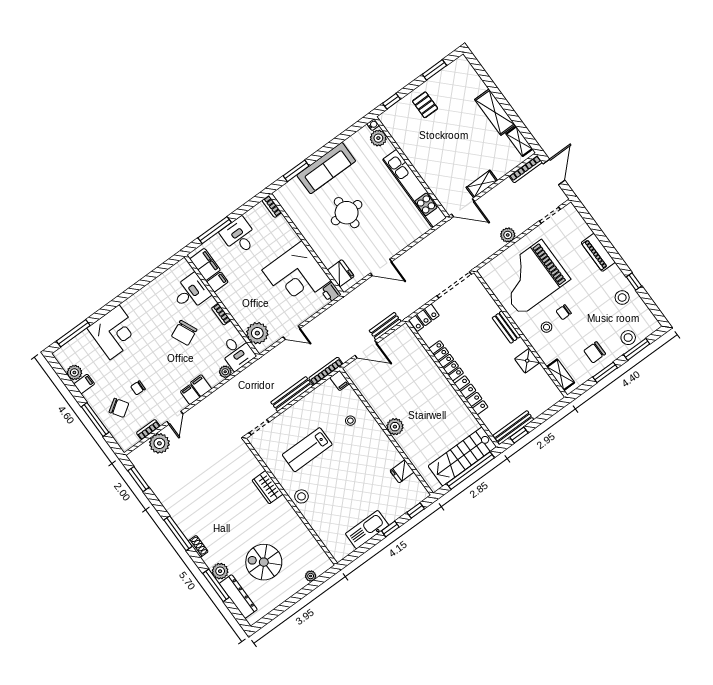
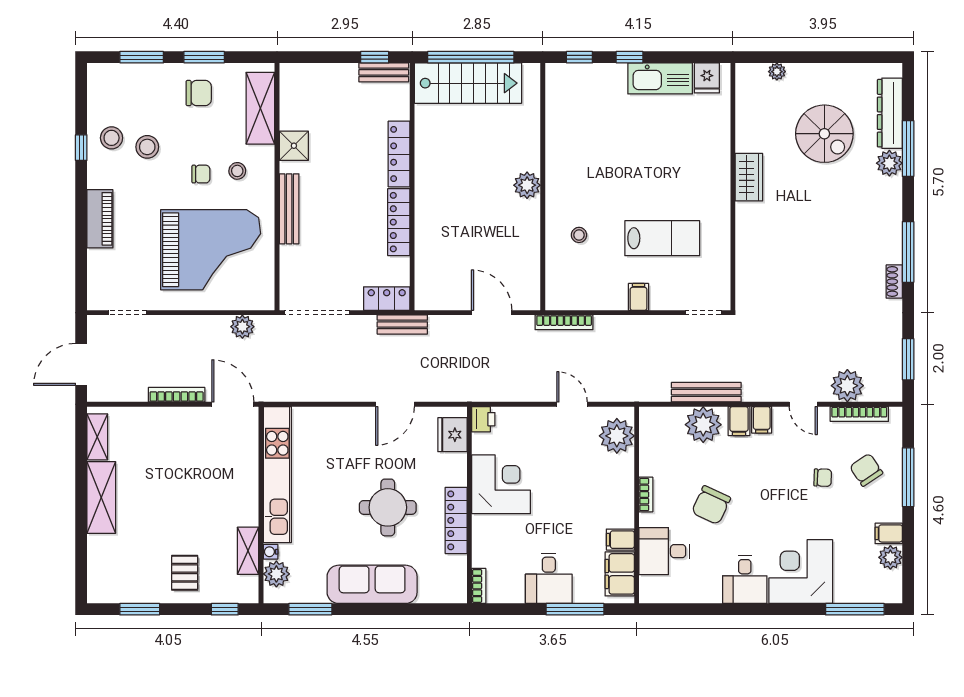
water cooler: (373, 125) -> (271, 552), moved
bookcase: (526, 169) -> (177, 395), moved
window: (296, 171) -> (310, 609), moved
shelving: (482, 184) -> (248, 551), moved, turned 90
locker: (307, 231) -> (456, 520), added
plant: (508, 235) -> (242, 327), moved
door: (381, 267) -> (395, 404), swing flipped
corner desk: (296, 275) -> (501, 484), width x0.74, depth x0.74
bench: (385, 326) -> (402, 324), moved
bench: (506, 327) -> (289, 209), width x1.36
chair: (184, 333) -> (711, 505), turned 139
stool: (628, 338) -> (147, 147), moved
desk: (237, 352) -> (745, 580), moved, turned 180
plant: (225, 372) -> (703, 425), width x1.88, depth x1.88
shelving: (561, 375) -> (260, 108), width x1.50, depth x1.33
filing cabinet: (340, 381) -> (639, 297), moved
bench: (292, 394) -> (706, 392), moved
door: (175, 418) -> (803, 404), swing flipped
bench: (513, 428) -> (384, 72), width x0.73
bookcase: (148, 430) -> (859, 414), width x1.56
fridge: (402, 471) -> (707, 78), moved, turned 90
wardrobe: (267, 487) -> (749, 177), moved
stool: (301, 496) -> (714, 183), removed
shoe rack: (198, 546) -> (894, 282), moved

